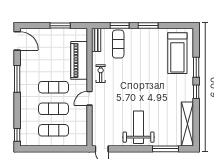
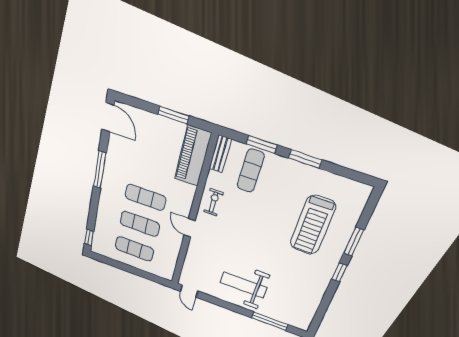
treadmill: (177, 53) -> (313, 225), moved
piano: (79, 60) -> (193, 156), moved
door: (89, 98) -> (190, 228), hinge flipped
shelving: (187, 124) -> (310, 305), removed
weight bench: (139, 127) -> (244, 285), turned -90

